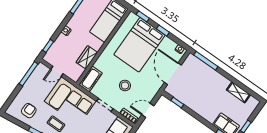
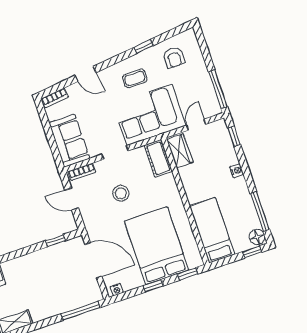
wardrobe: (87, 57) -> (180, 151), moved
door: (148, 110) -> (72, 199), swing flipped

